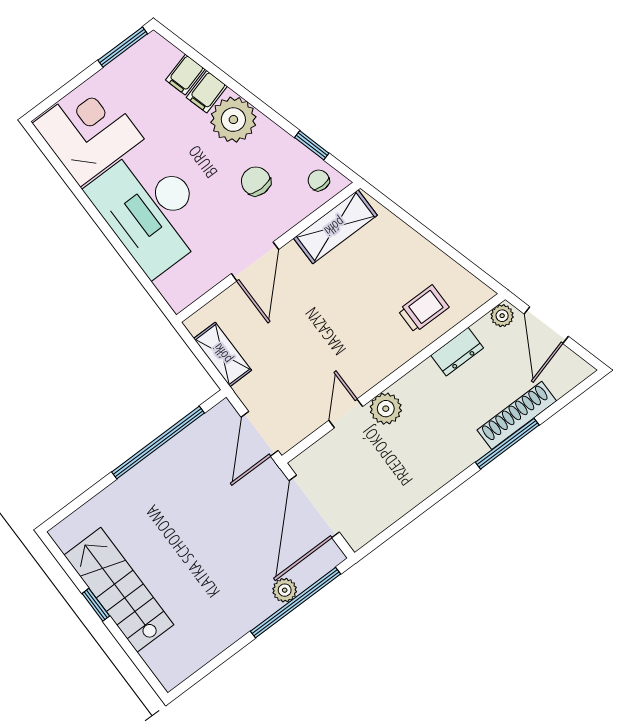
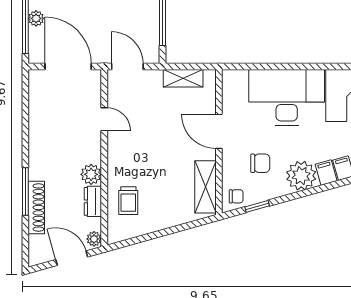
plant: (386, 409) -> (91, 174), moved

